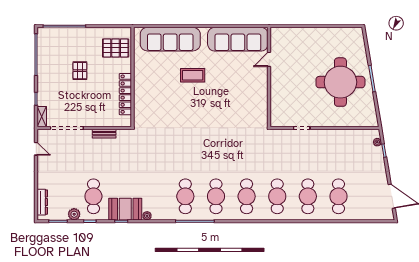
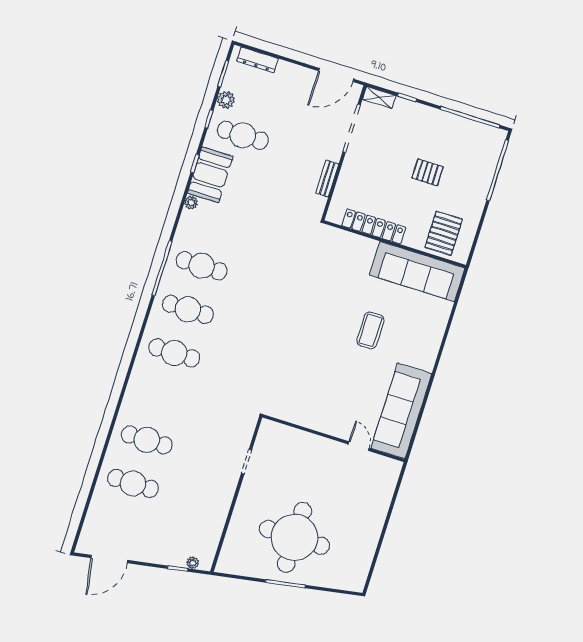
sofa: (170, 39) -> (417, 272), moved, turned -90
door: (36, 149) -> (336, 75), width x1.88
cafe table: (277, 196) -> (160, 396), removed

